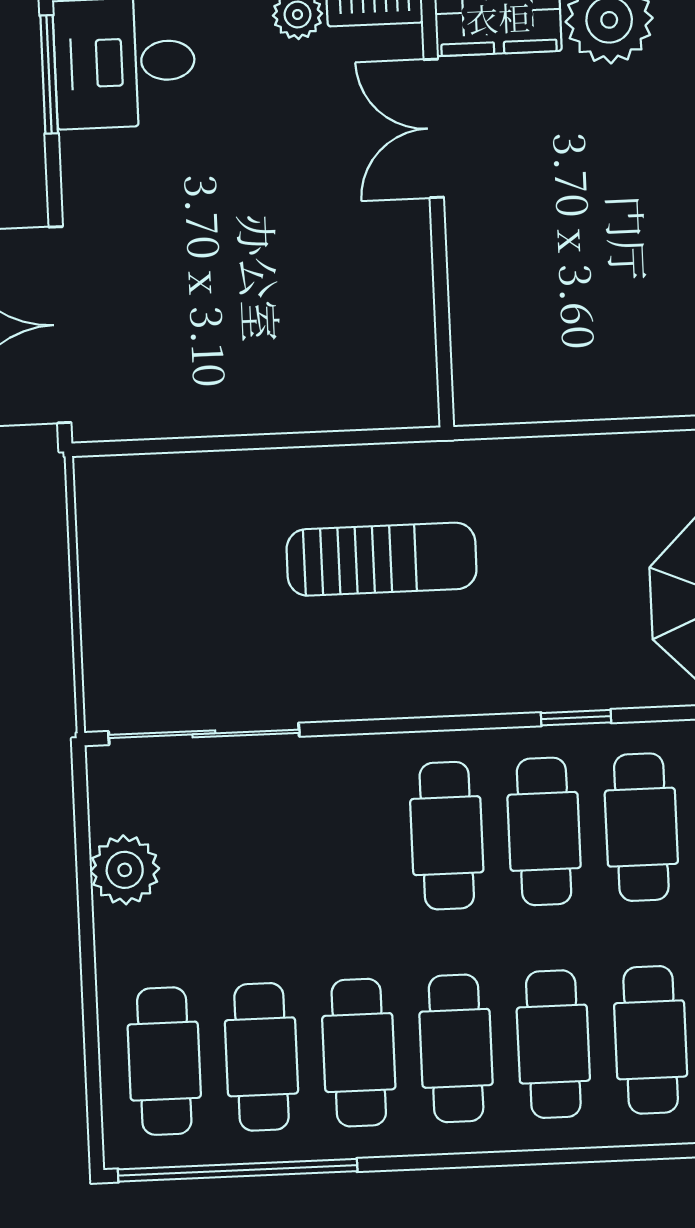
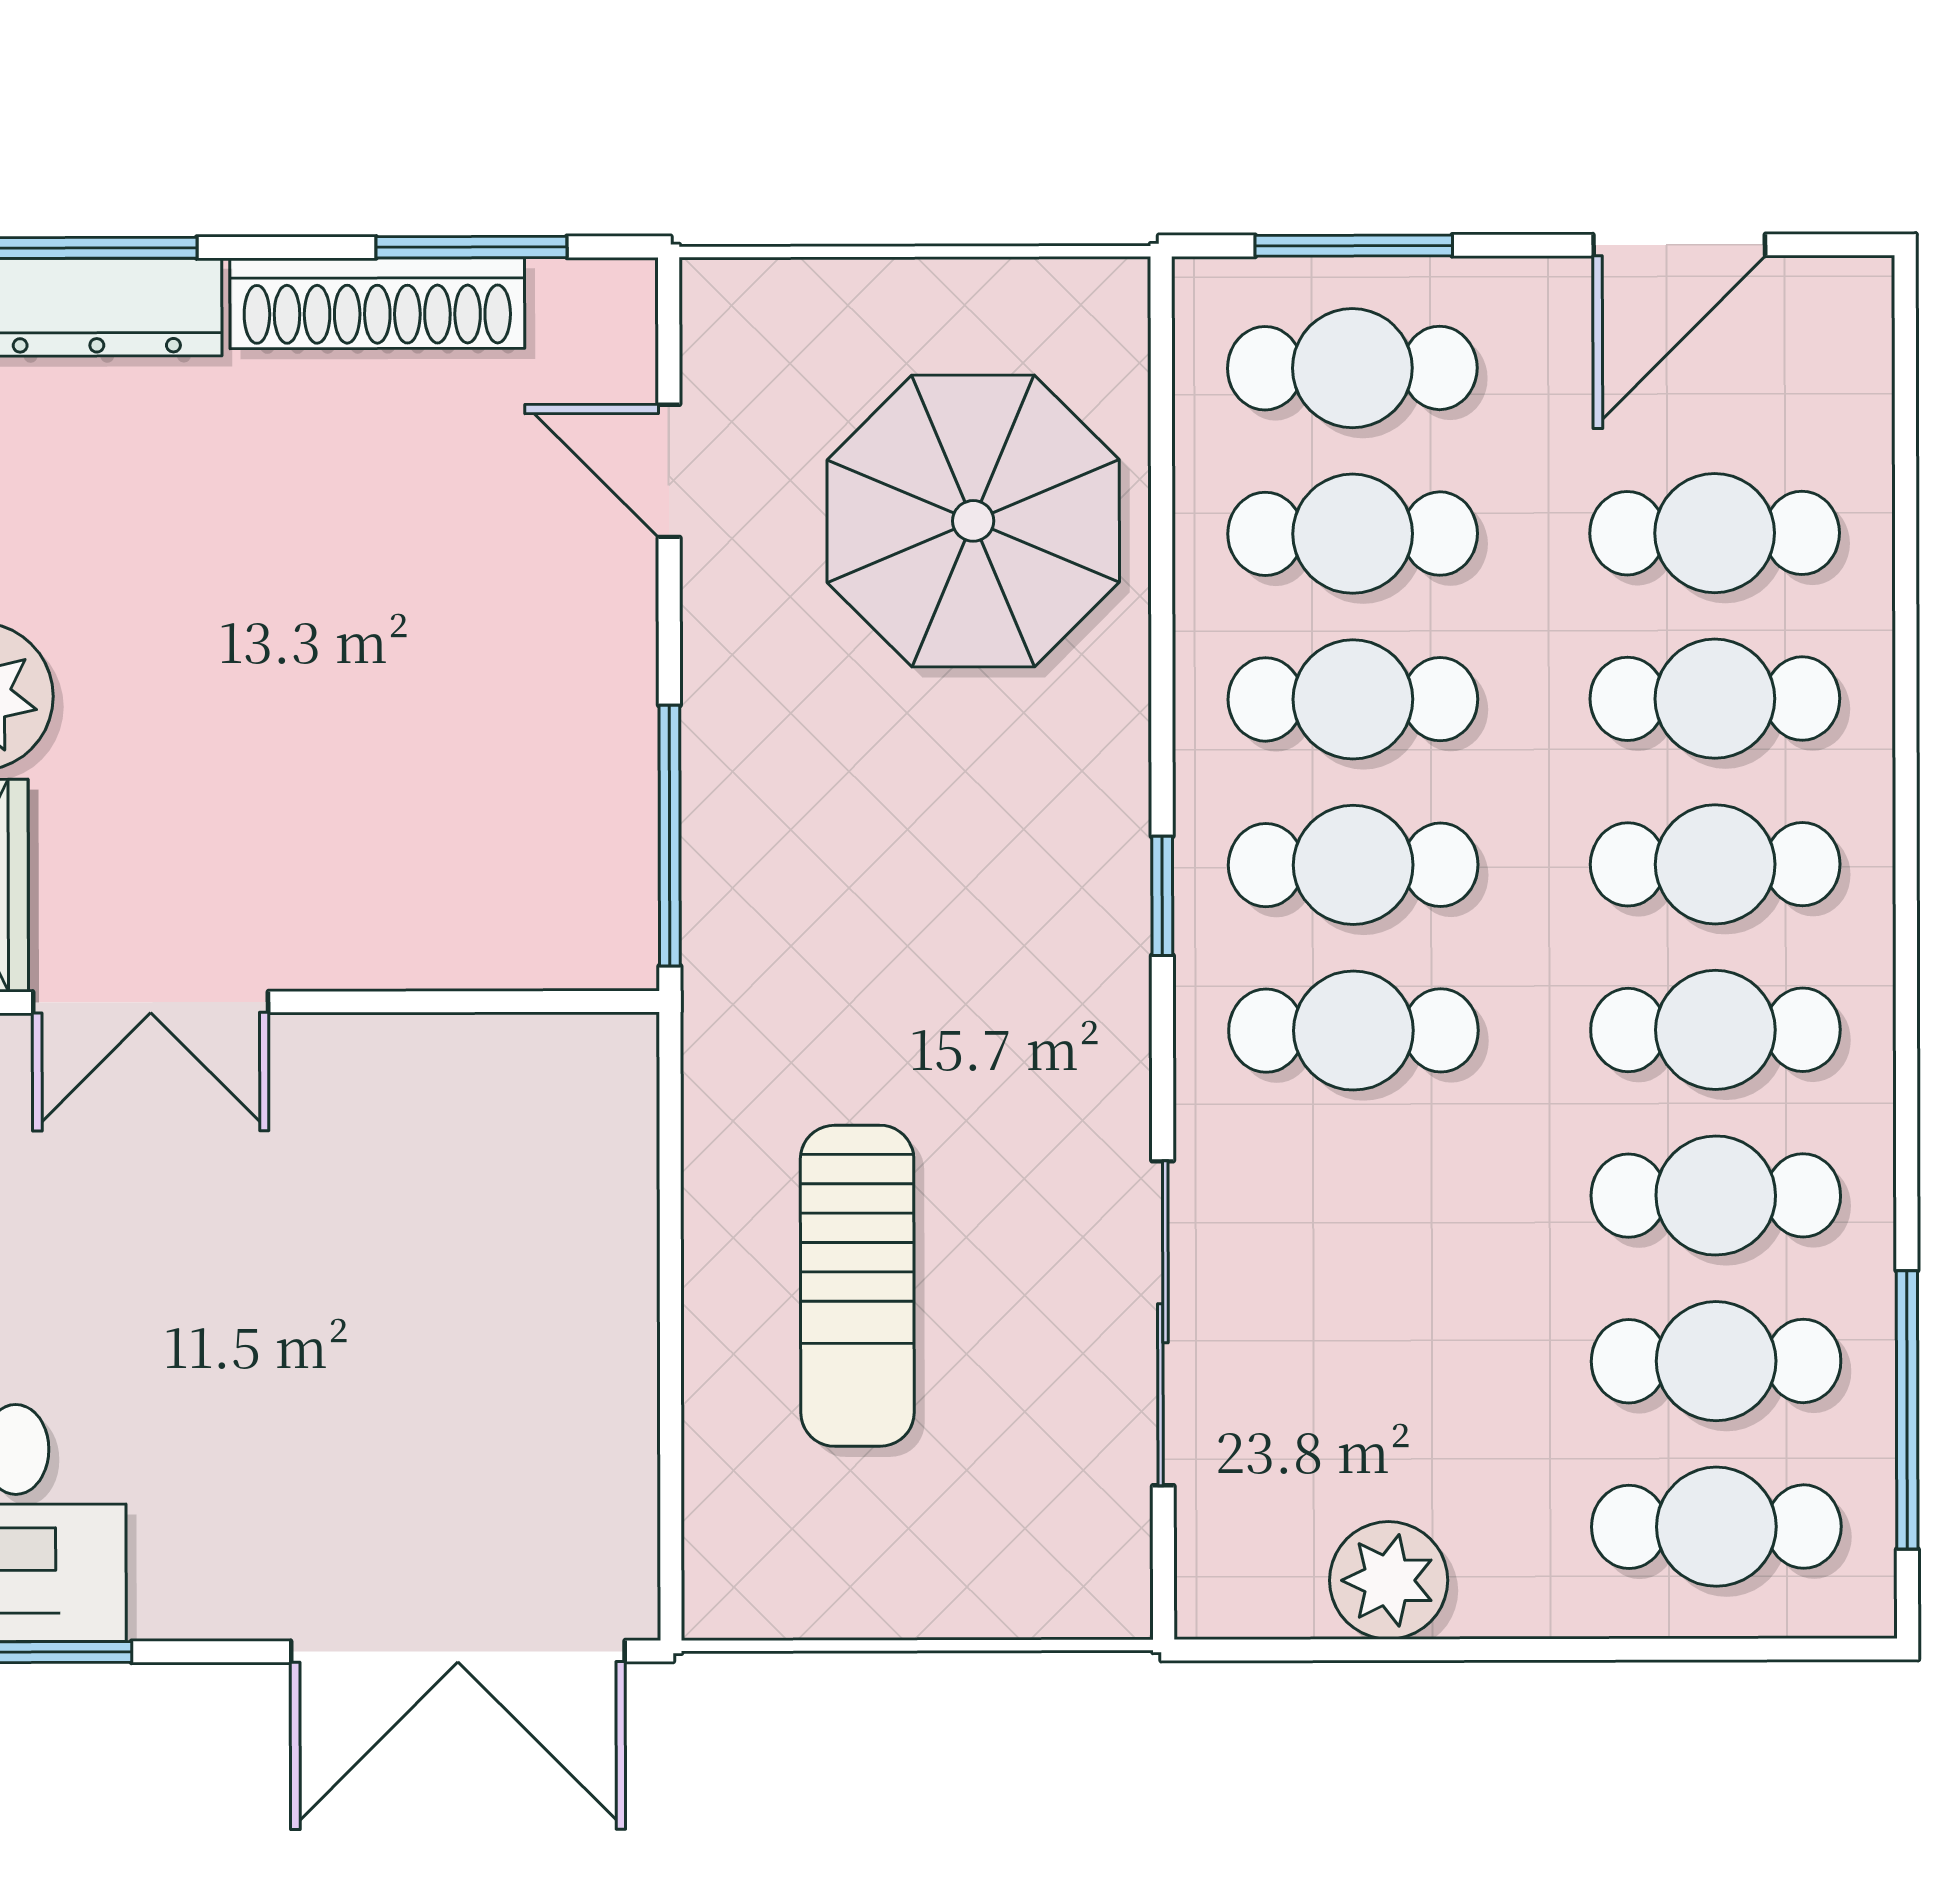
window: (544, 429) -> (670, 836), added
sun lounger: (382, 559) -> (857, 1286), moved, turned 180
window: (576, 718) -> (1162, 896), moved
sliding door: (204, 734) -> (1163, 1323), moved
window: (238, 1170) -> (1907, 1410), width x0.68

